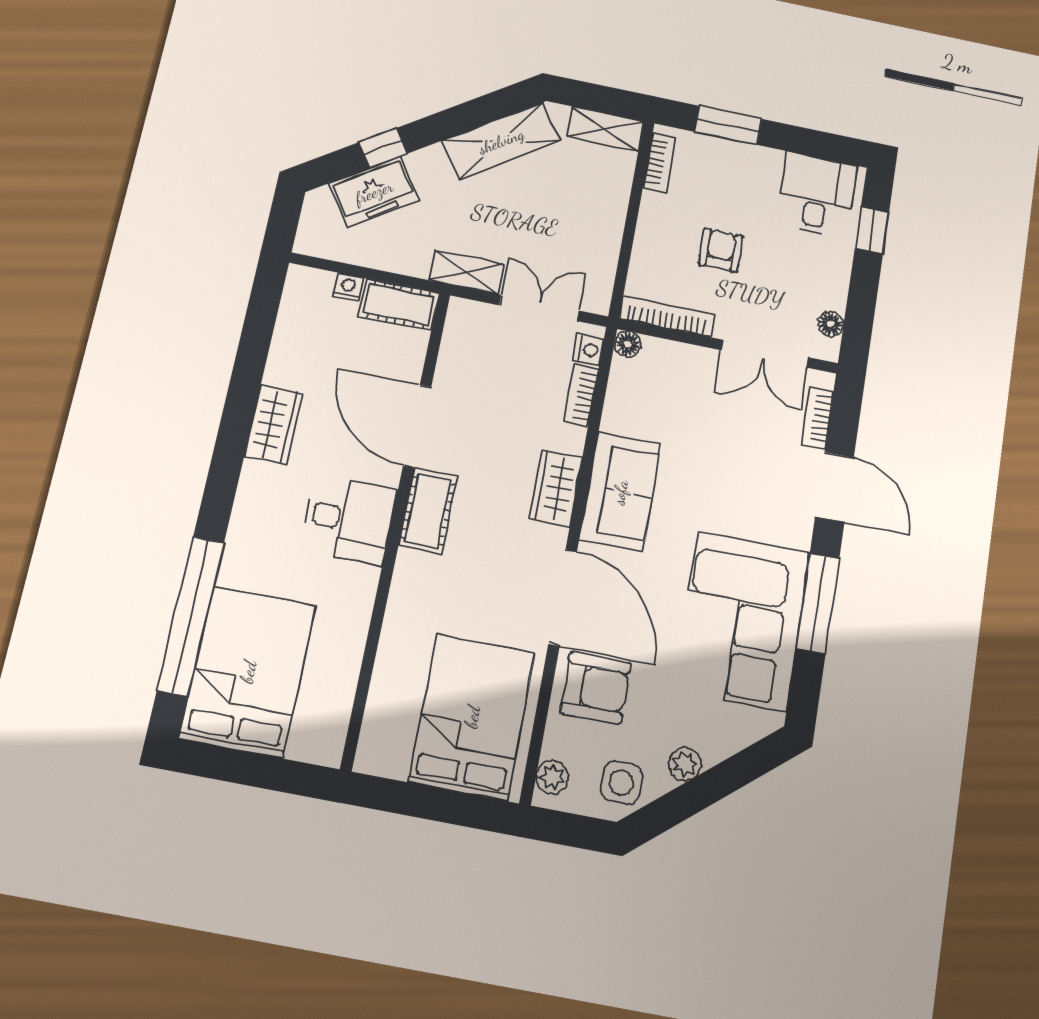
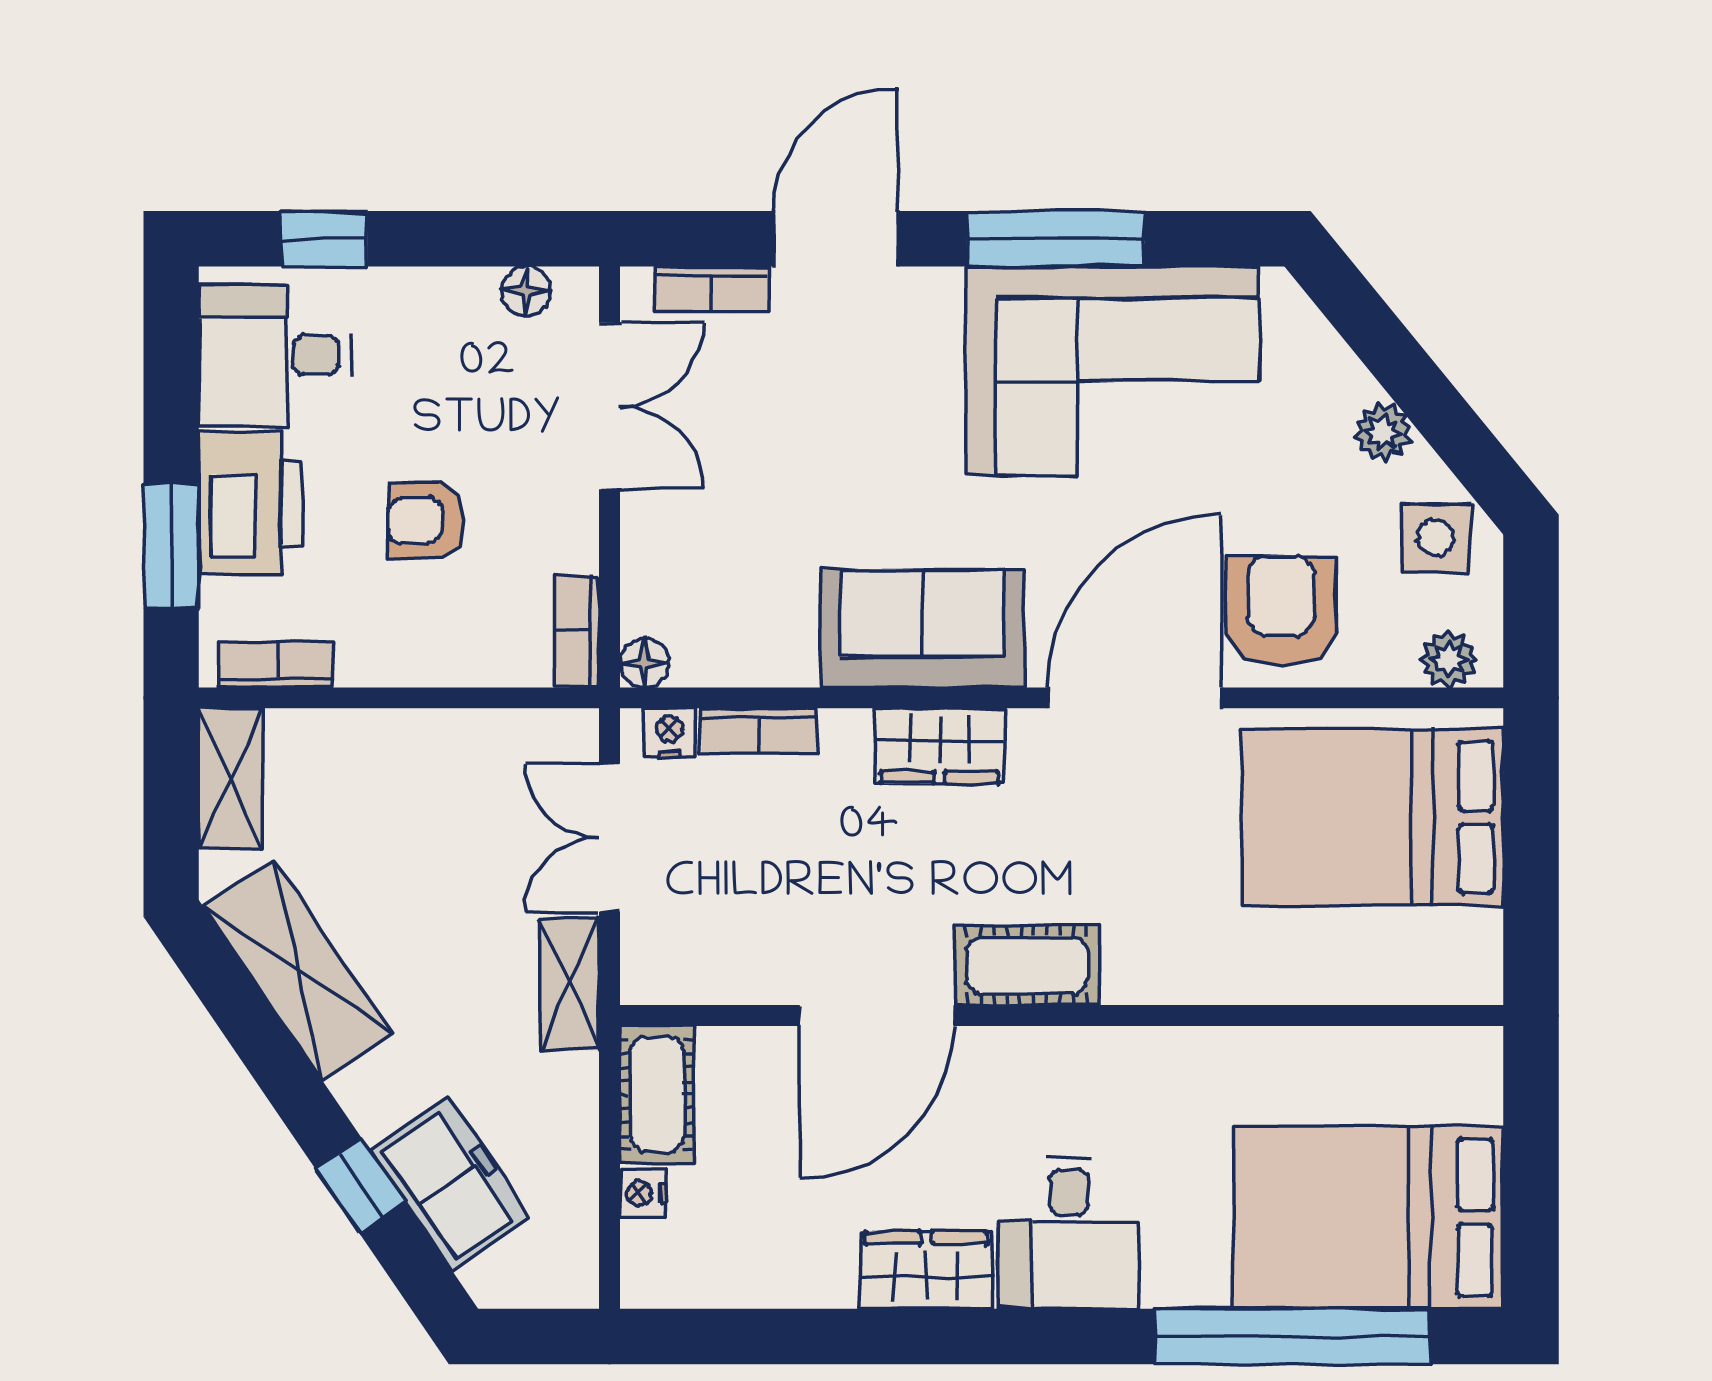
printer: (744, 167) -> (250, 503), added
bookcase: (667, 317) -> (577, 632), width x0.64
desk: (349, 519) -> (1069, 1233), moved, turned 180

